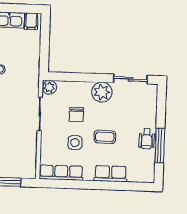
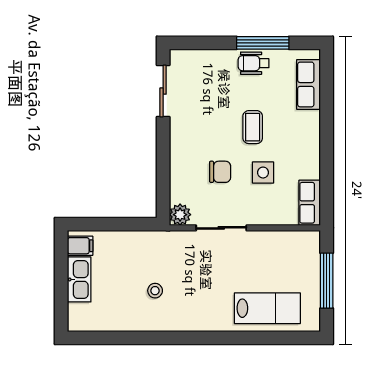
plant: (102, 92) -> (185, 134), removed
wheelchair: (147, 139) -> (254, 63), turned 180
row of seats: (61, 173) -> (310, 203), width x0.68
row of seats: (110, 174) -> (309, 84), moved

